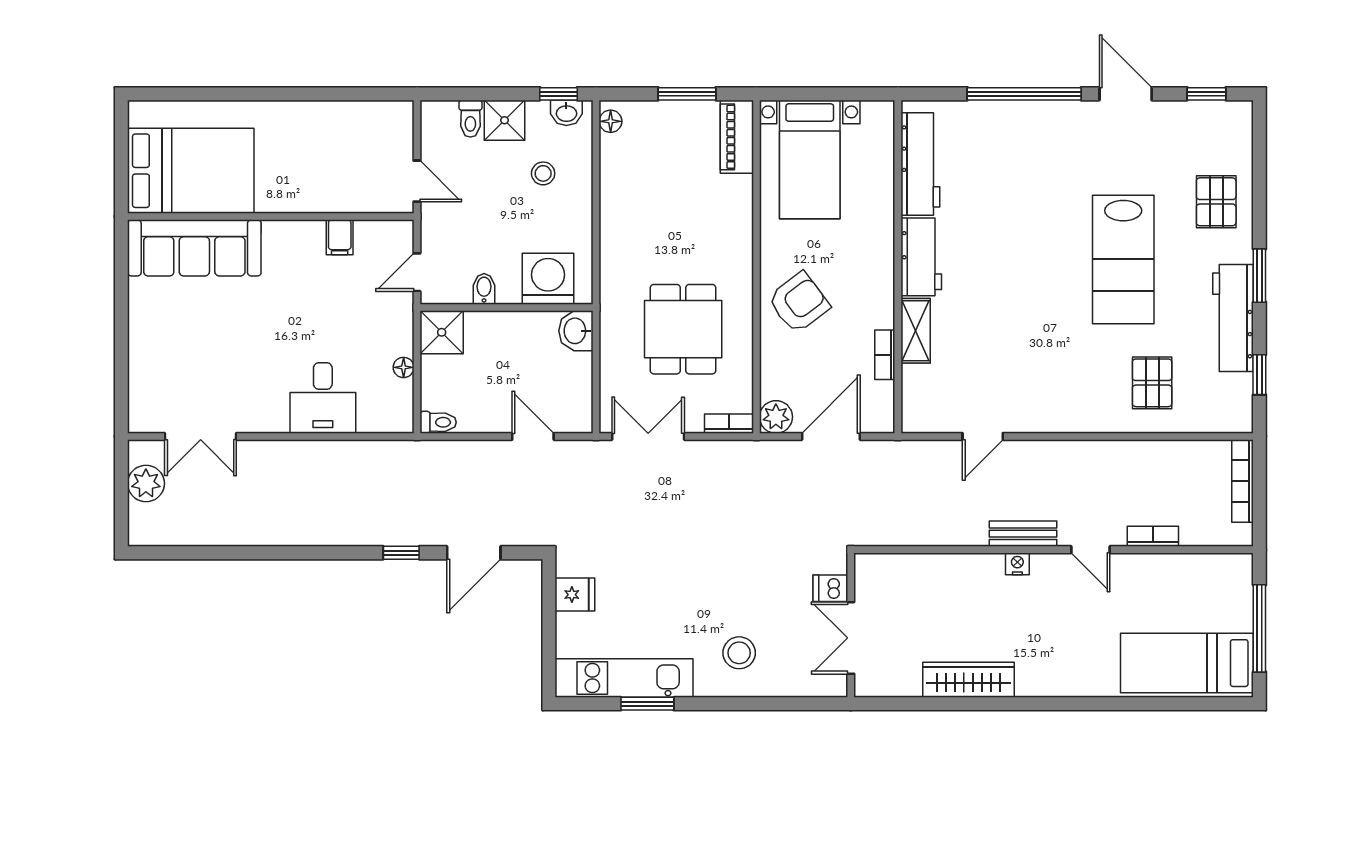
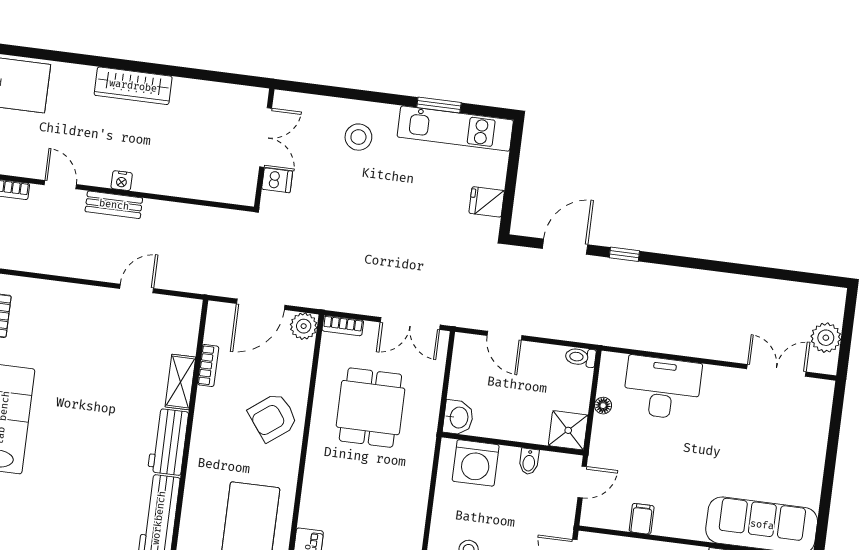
desk: (323, 398) -> (662, 388), width x1.37
wardrobe: (969, 680) -> (133, 86), moved

